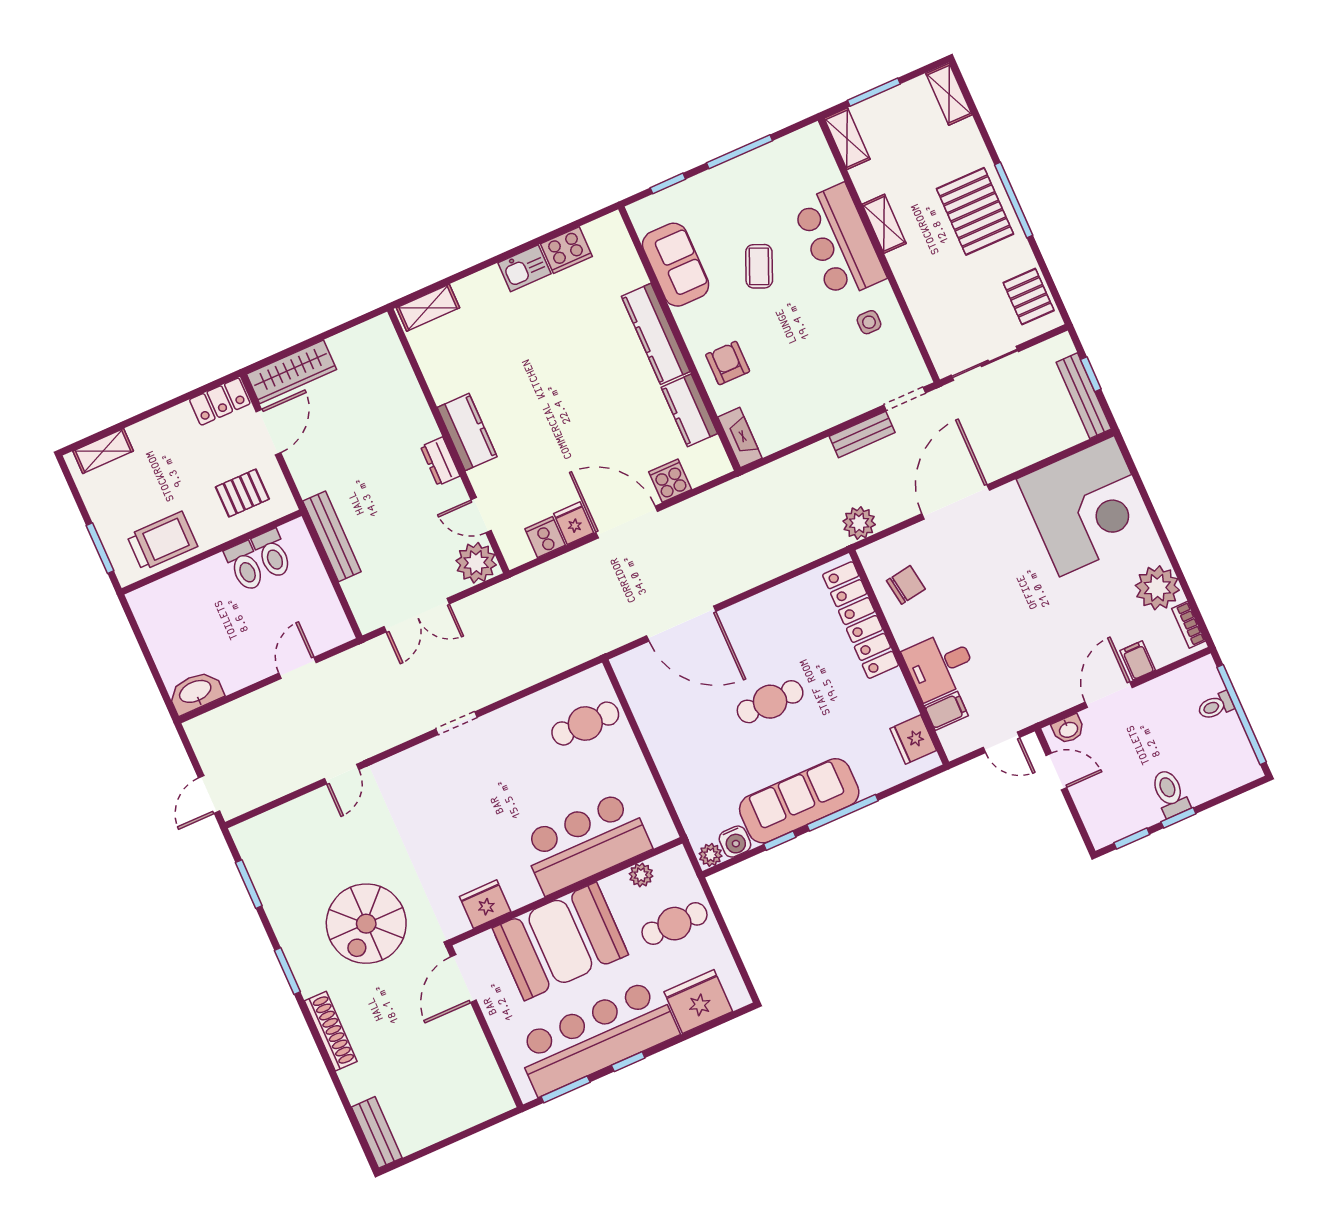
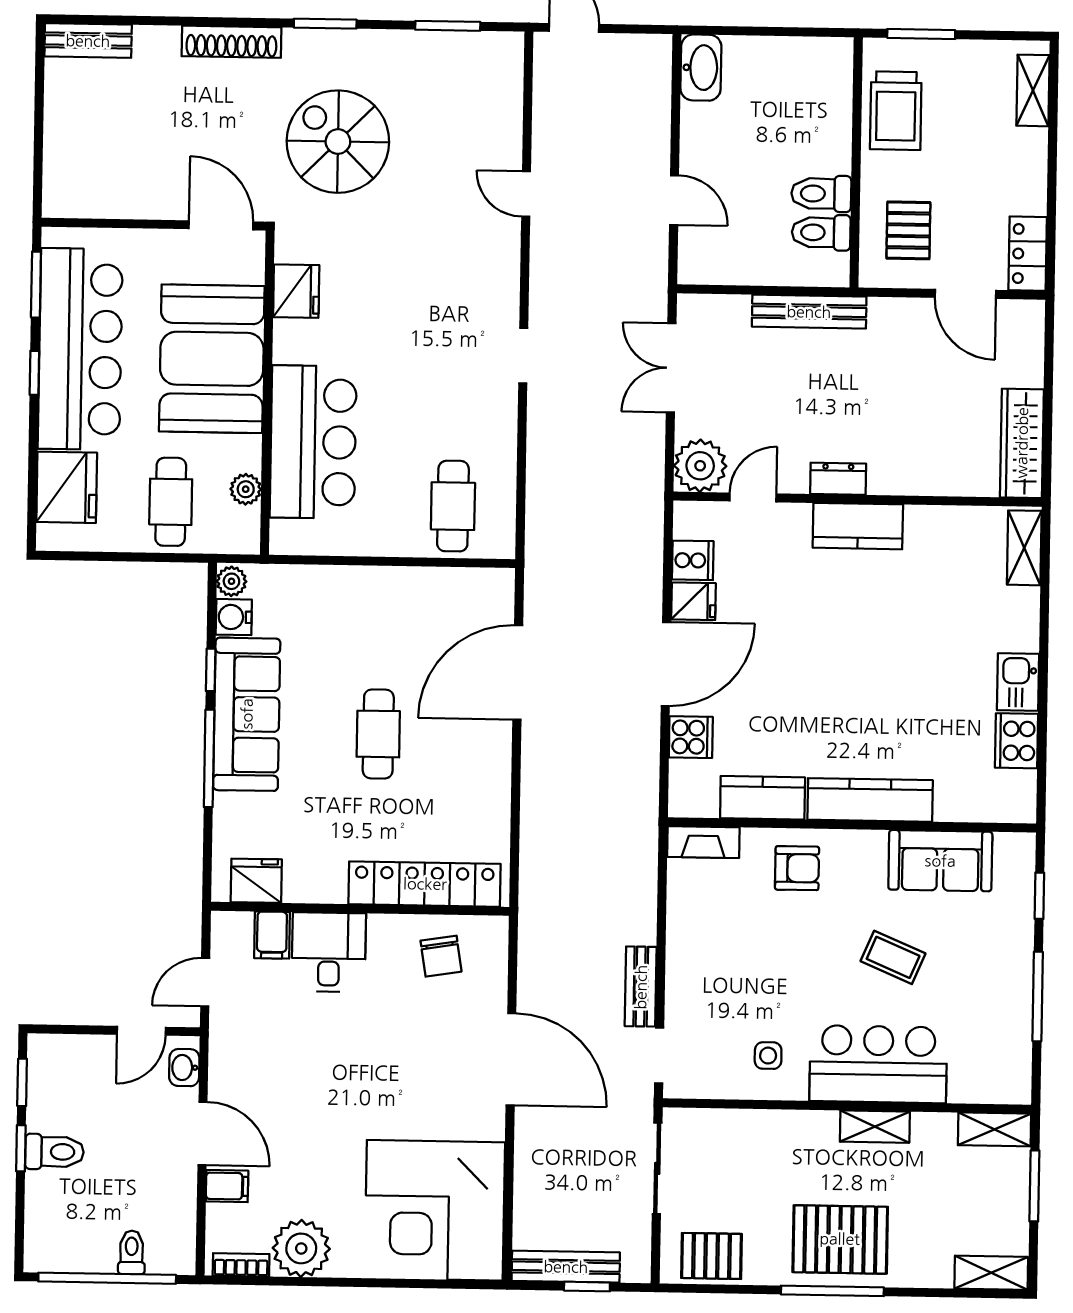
wardrobe: (292, 372) -> (1022, 443), moved
plant: (859, 523) -> (539, 935), removed

